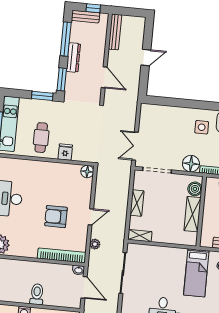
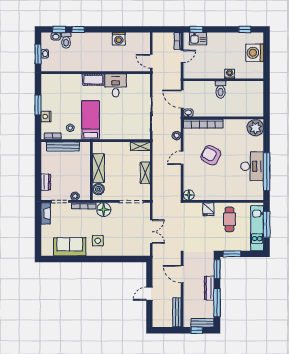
double door: (135, 146) -> (151, 232), moved
armchair: (56, 217) -> (211, 155), turned -153

